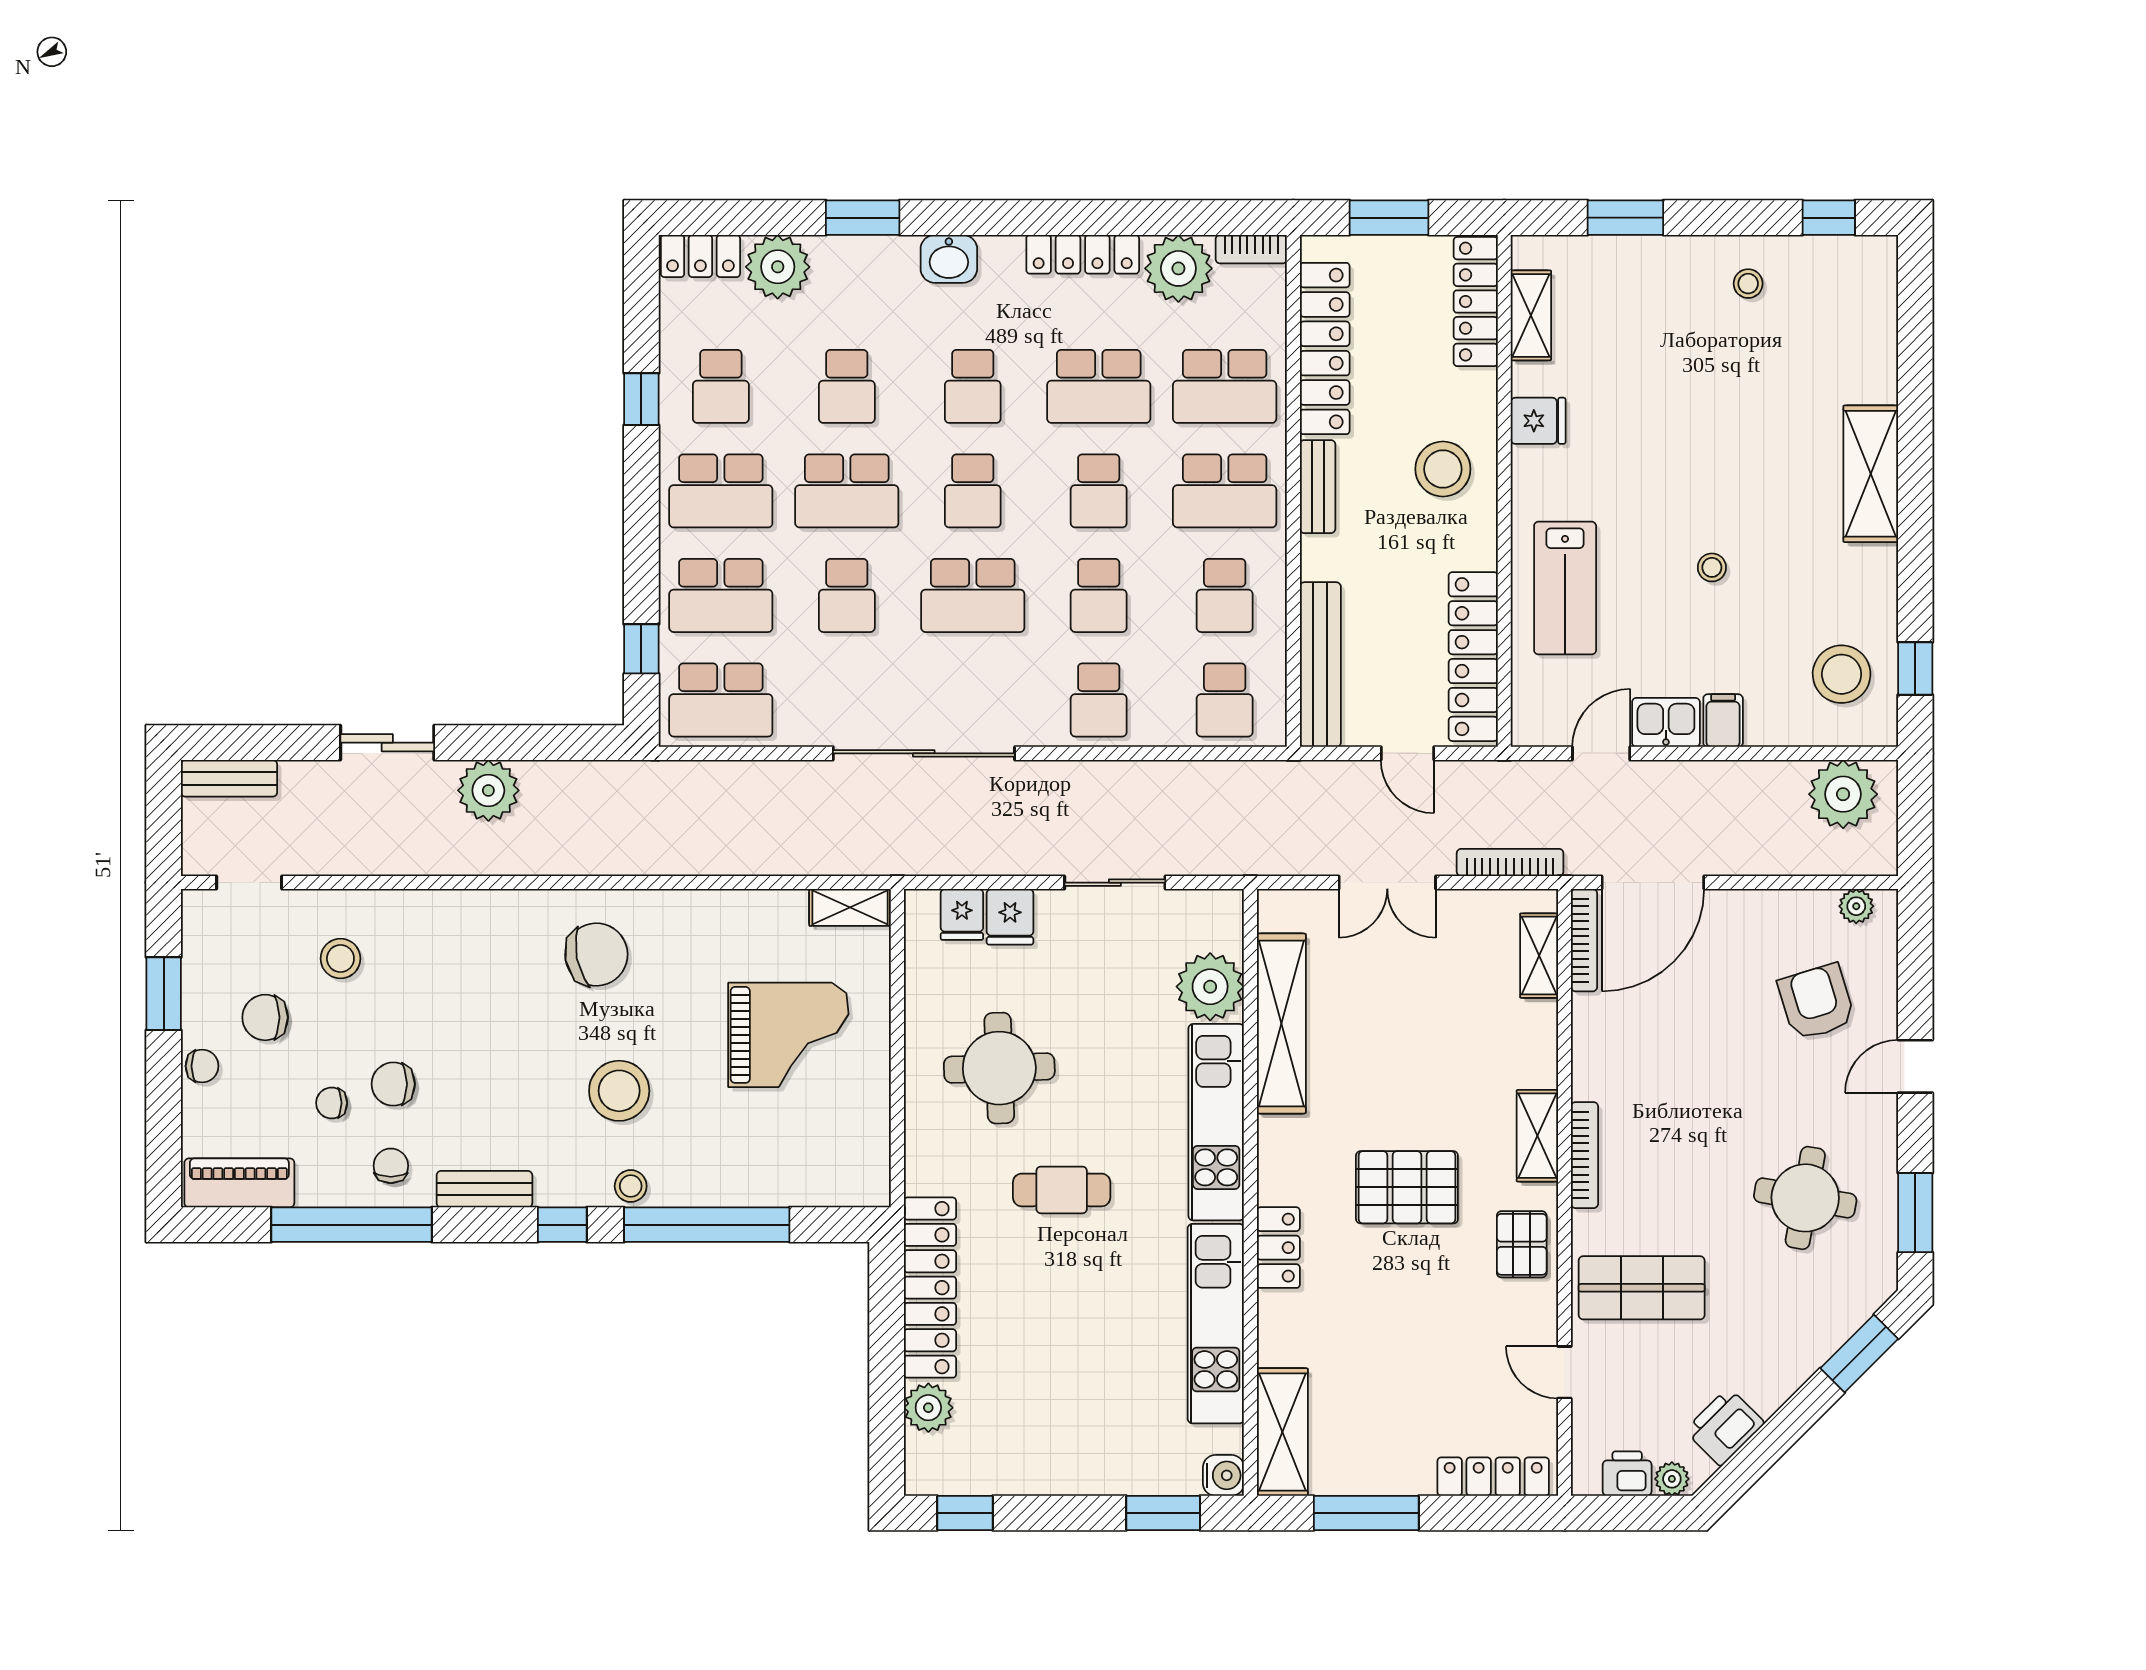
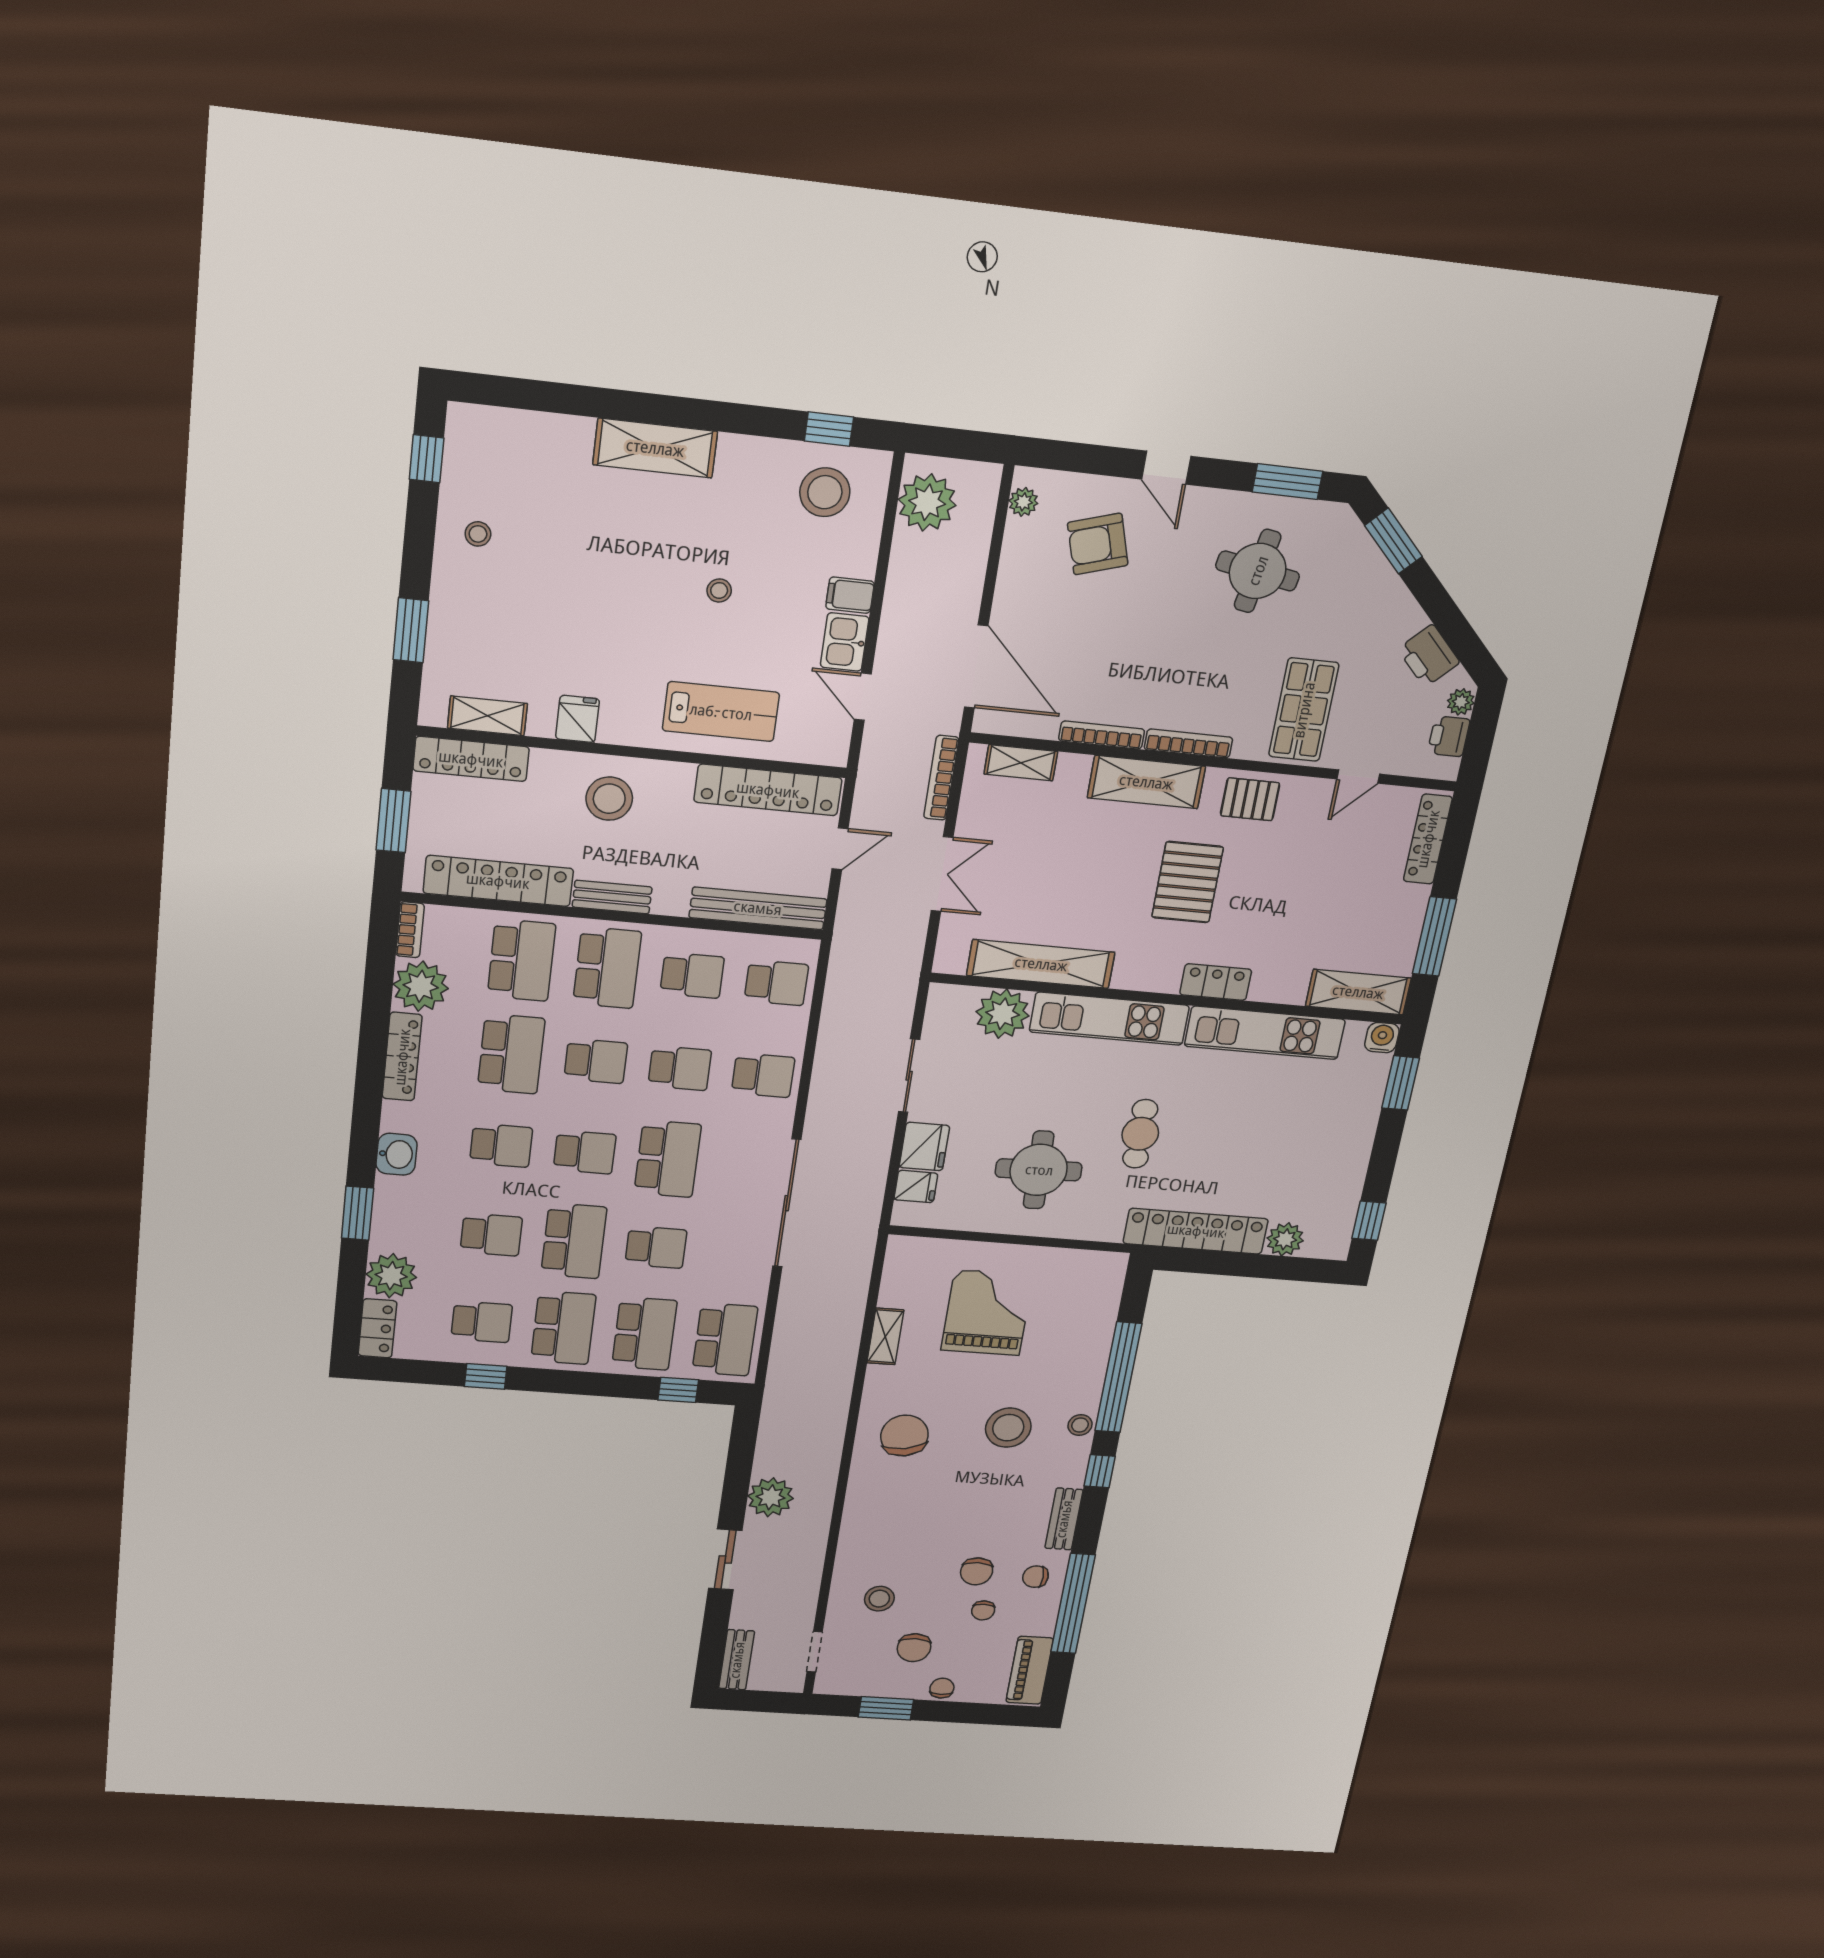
shelving: (850, 907) -> (885, 1336), moved
fridge: (1010, 917) -> (924, 1146), width x1.38
bookcase: (1584, 940) -> (1102, 735), moved
shelving: (1537, 1136) -> (1146, 782), width x1.50, depth x1.33

